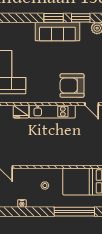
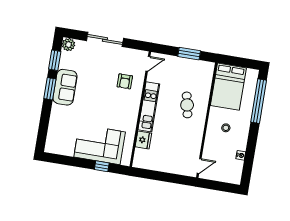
sofa: (57, 32) -> (65, 87), width x0.73
armchair: (72, 86) -> (125, 81), width x0.53, depth x0.53
cafe table: (60, 146) -> (187, 105), added

